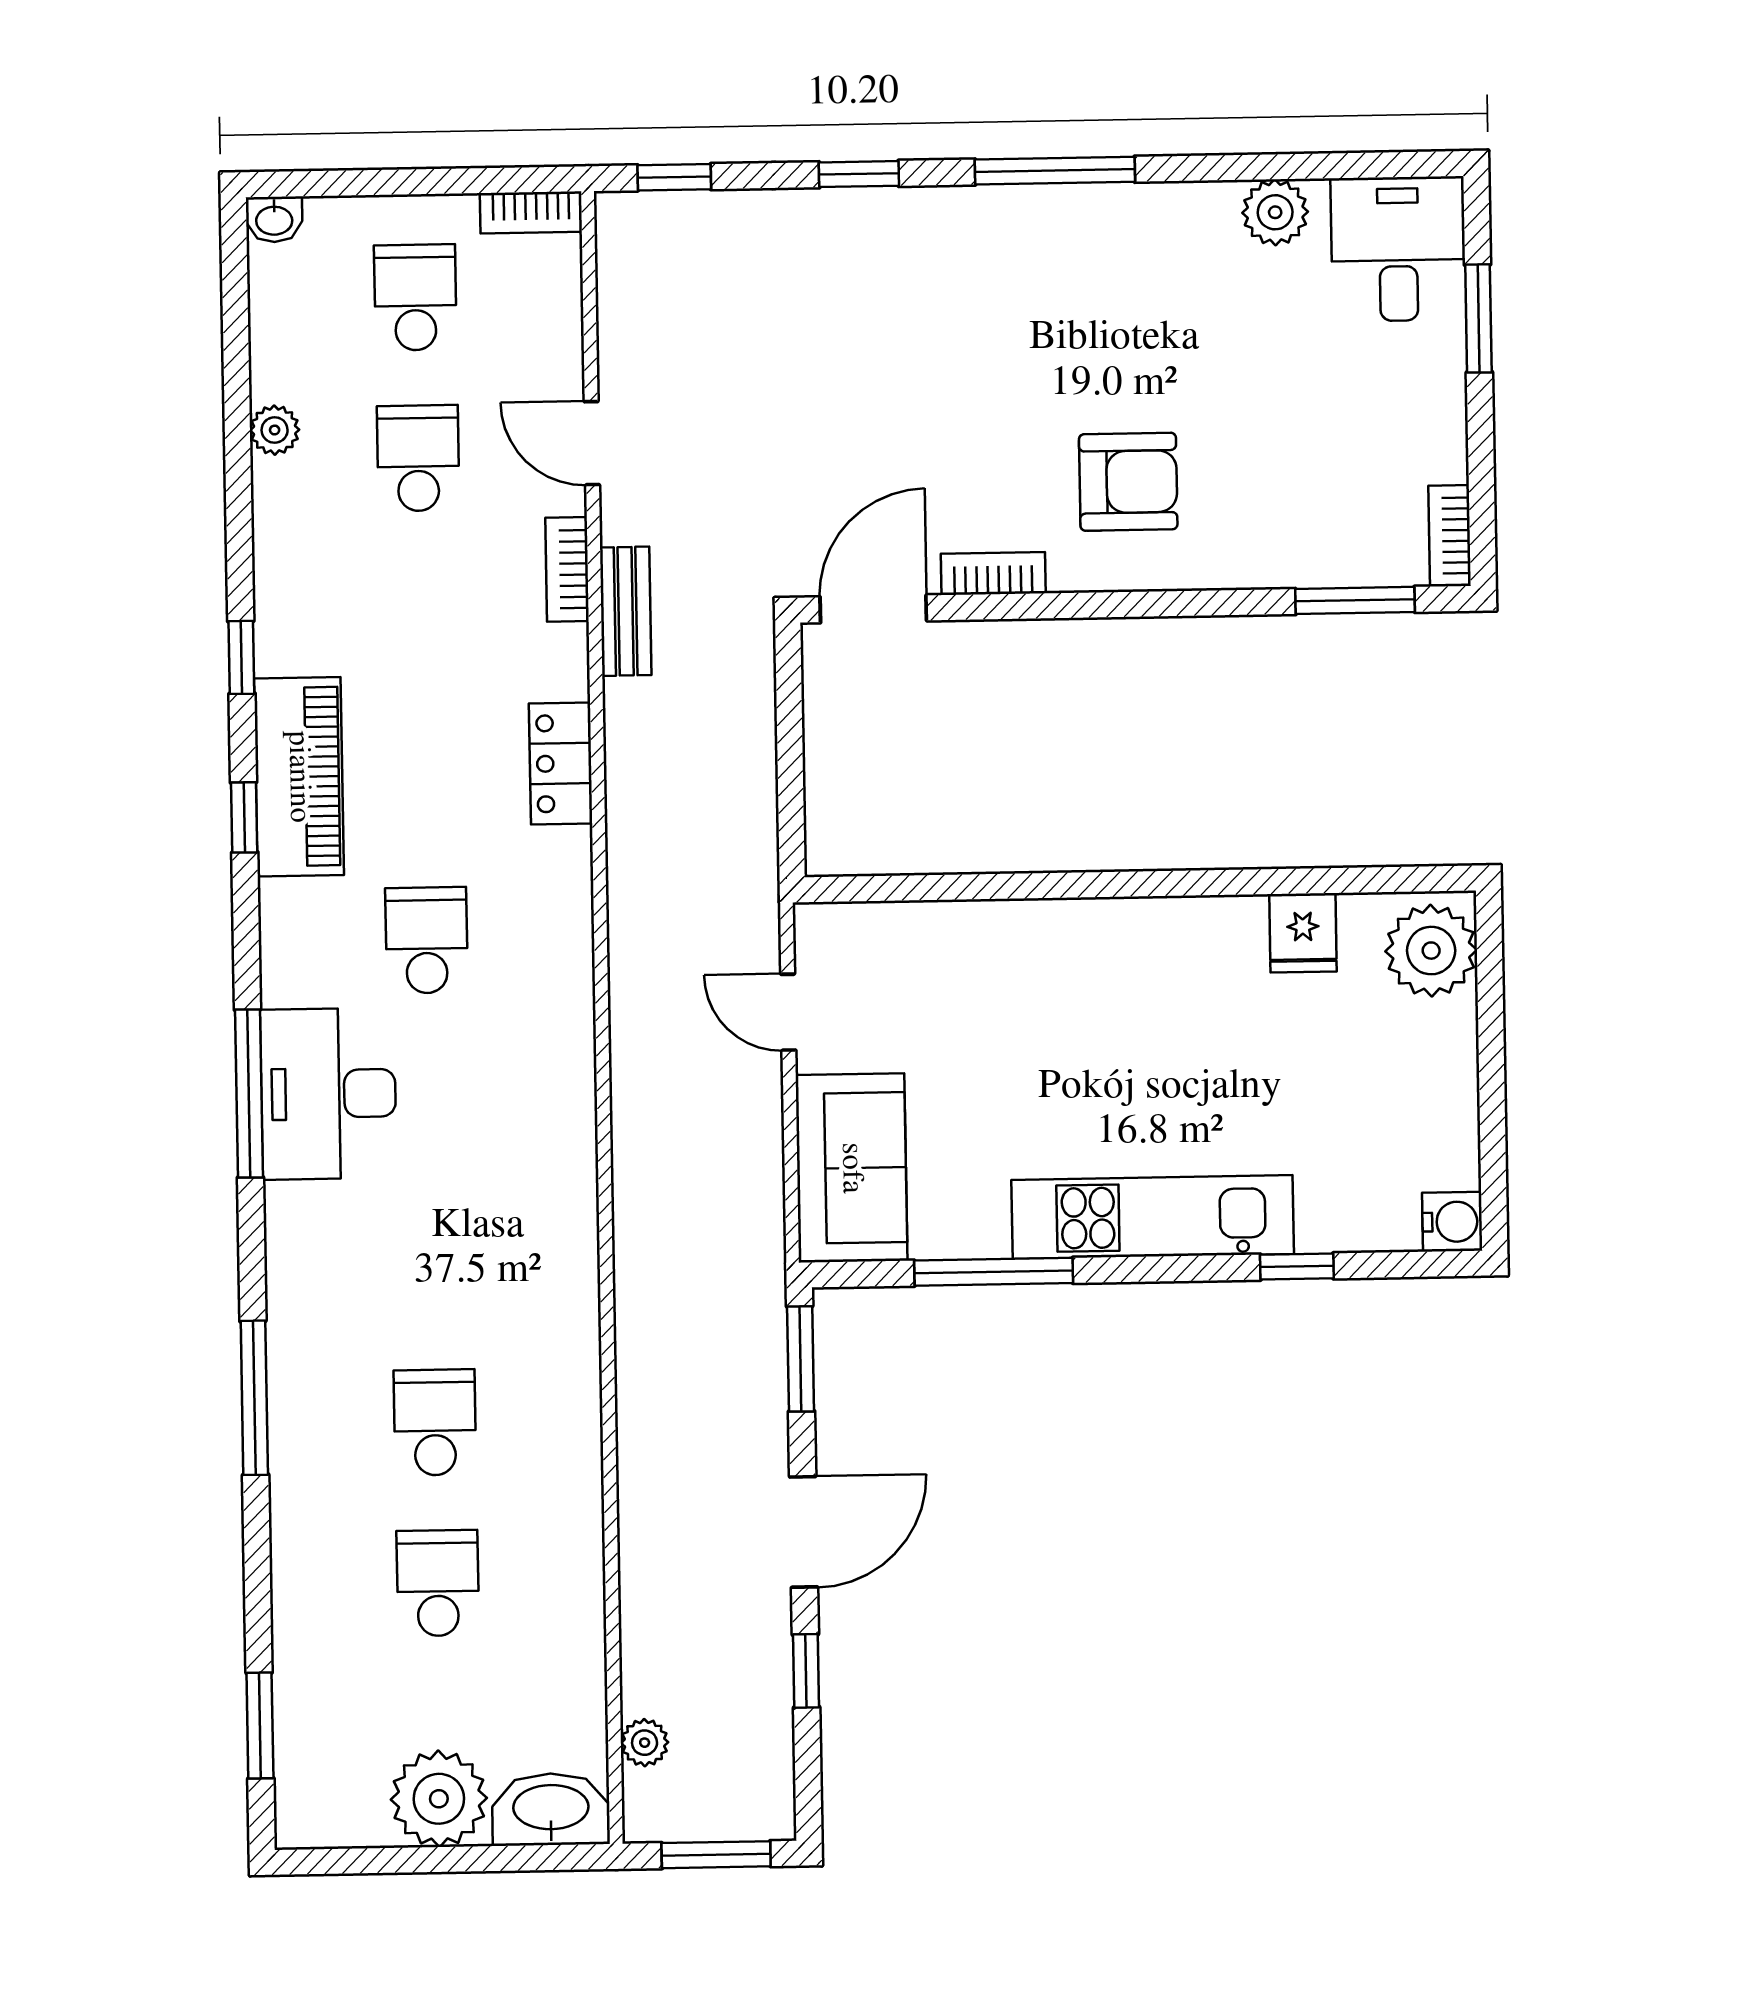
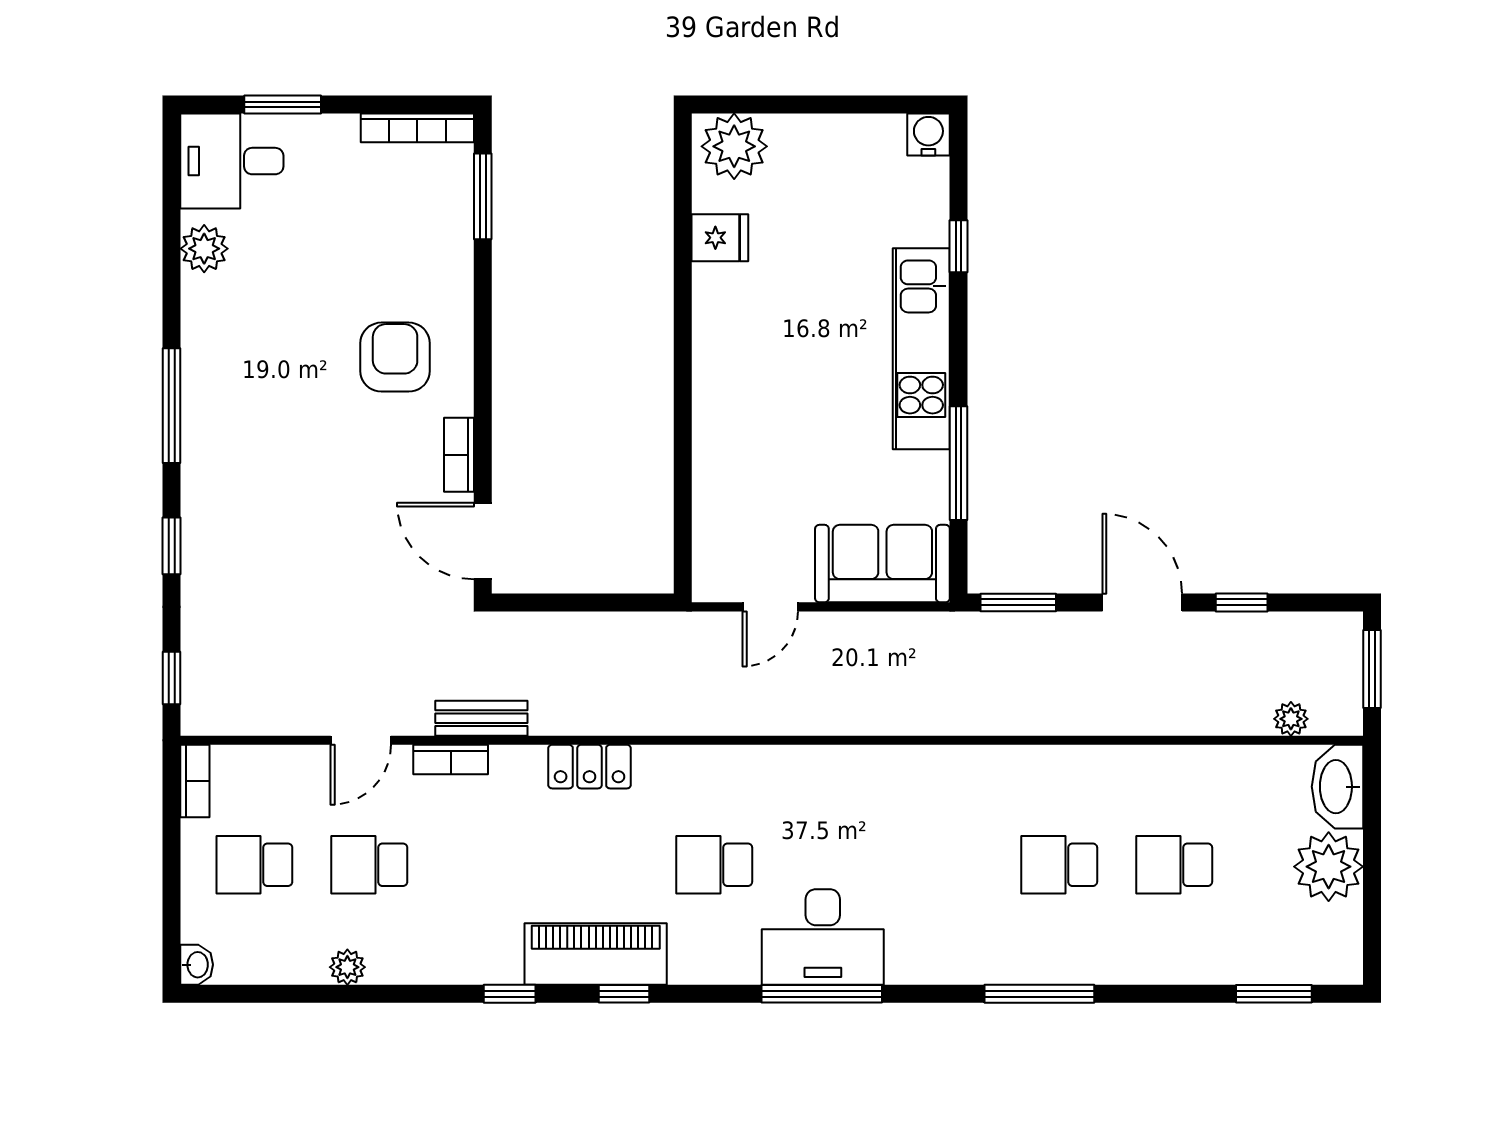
bookcase: (1450, 536) -> (417, 128), width x1.56

